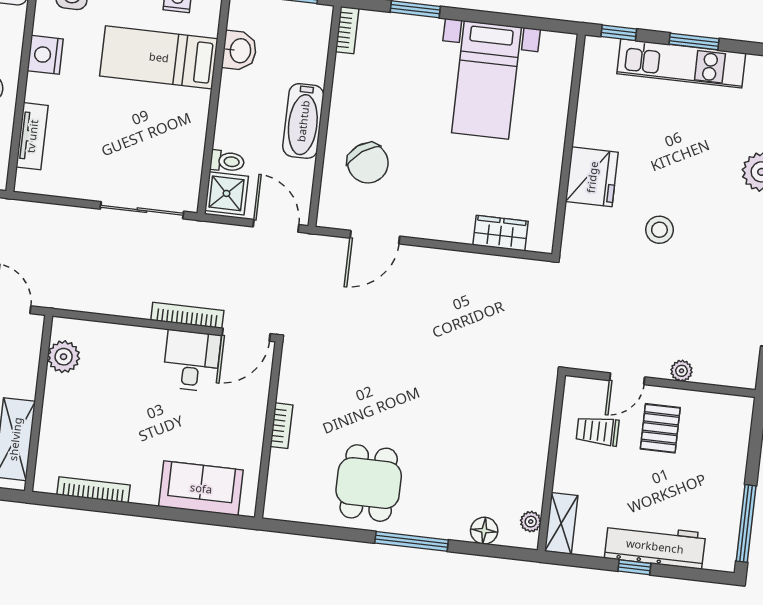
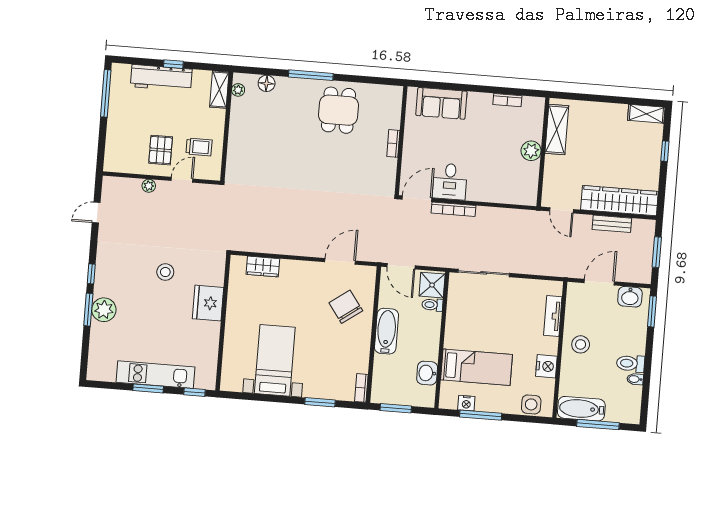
plant: (64, 357) -> (531, 151), moved
bookcase: (93, 490) -> (507, 100), width x0.64

